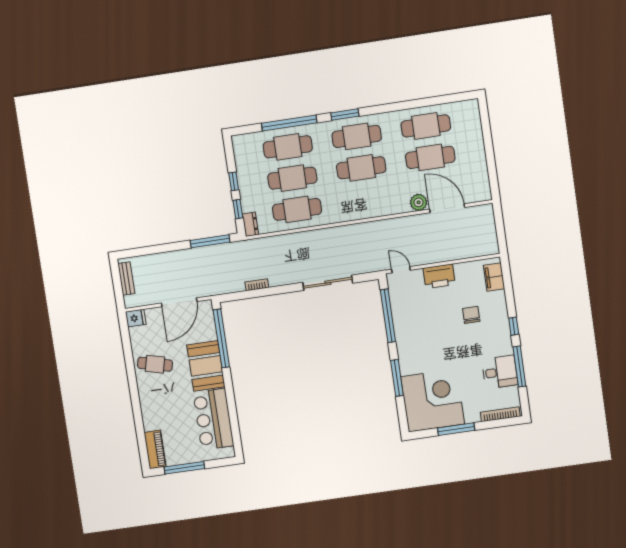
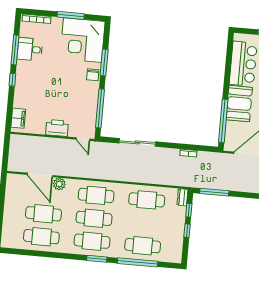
cafe table: (292, 178) -> (96, 195), moved
chair: (471, 315) -> (93, 75), moved

